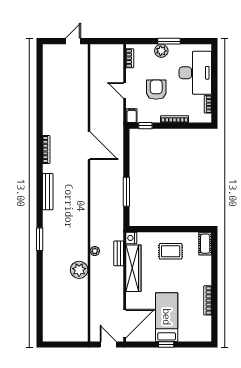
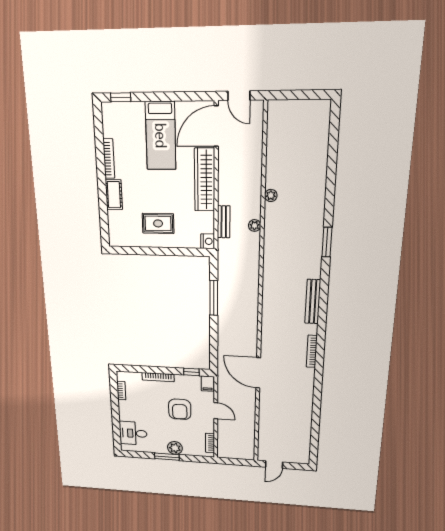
desk: (195, 73) -> (133, 433), width x0.53, depth x0.77
door: (89, 146) -> (258, 373), moved
cot: (205, 244) -> (114, 195), moved
wardrobe: (133, 268) -> (205, 180), moved
plant: (79, 270) -> (271, 195), width x0.53, depth x0.53
window: (166, 345) -> (121, 97), moved

